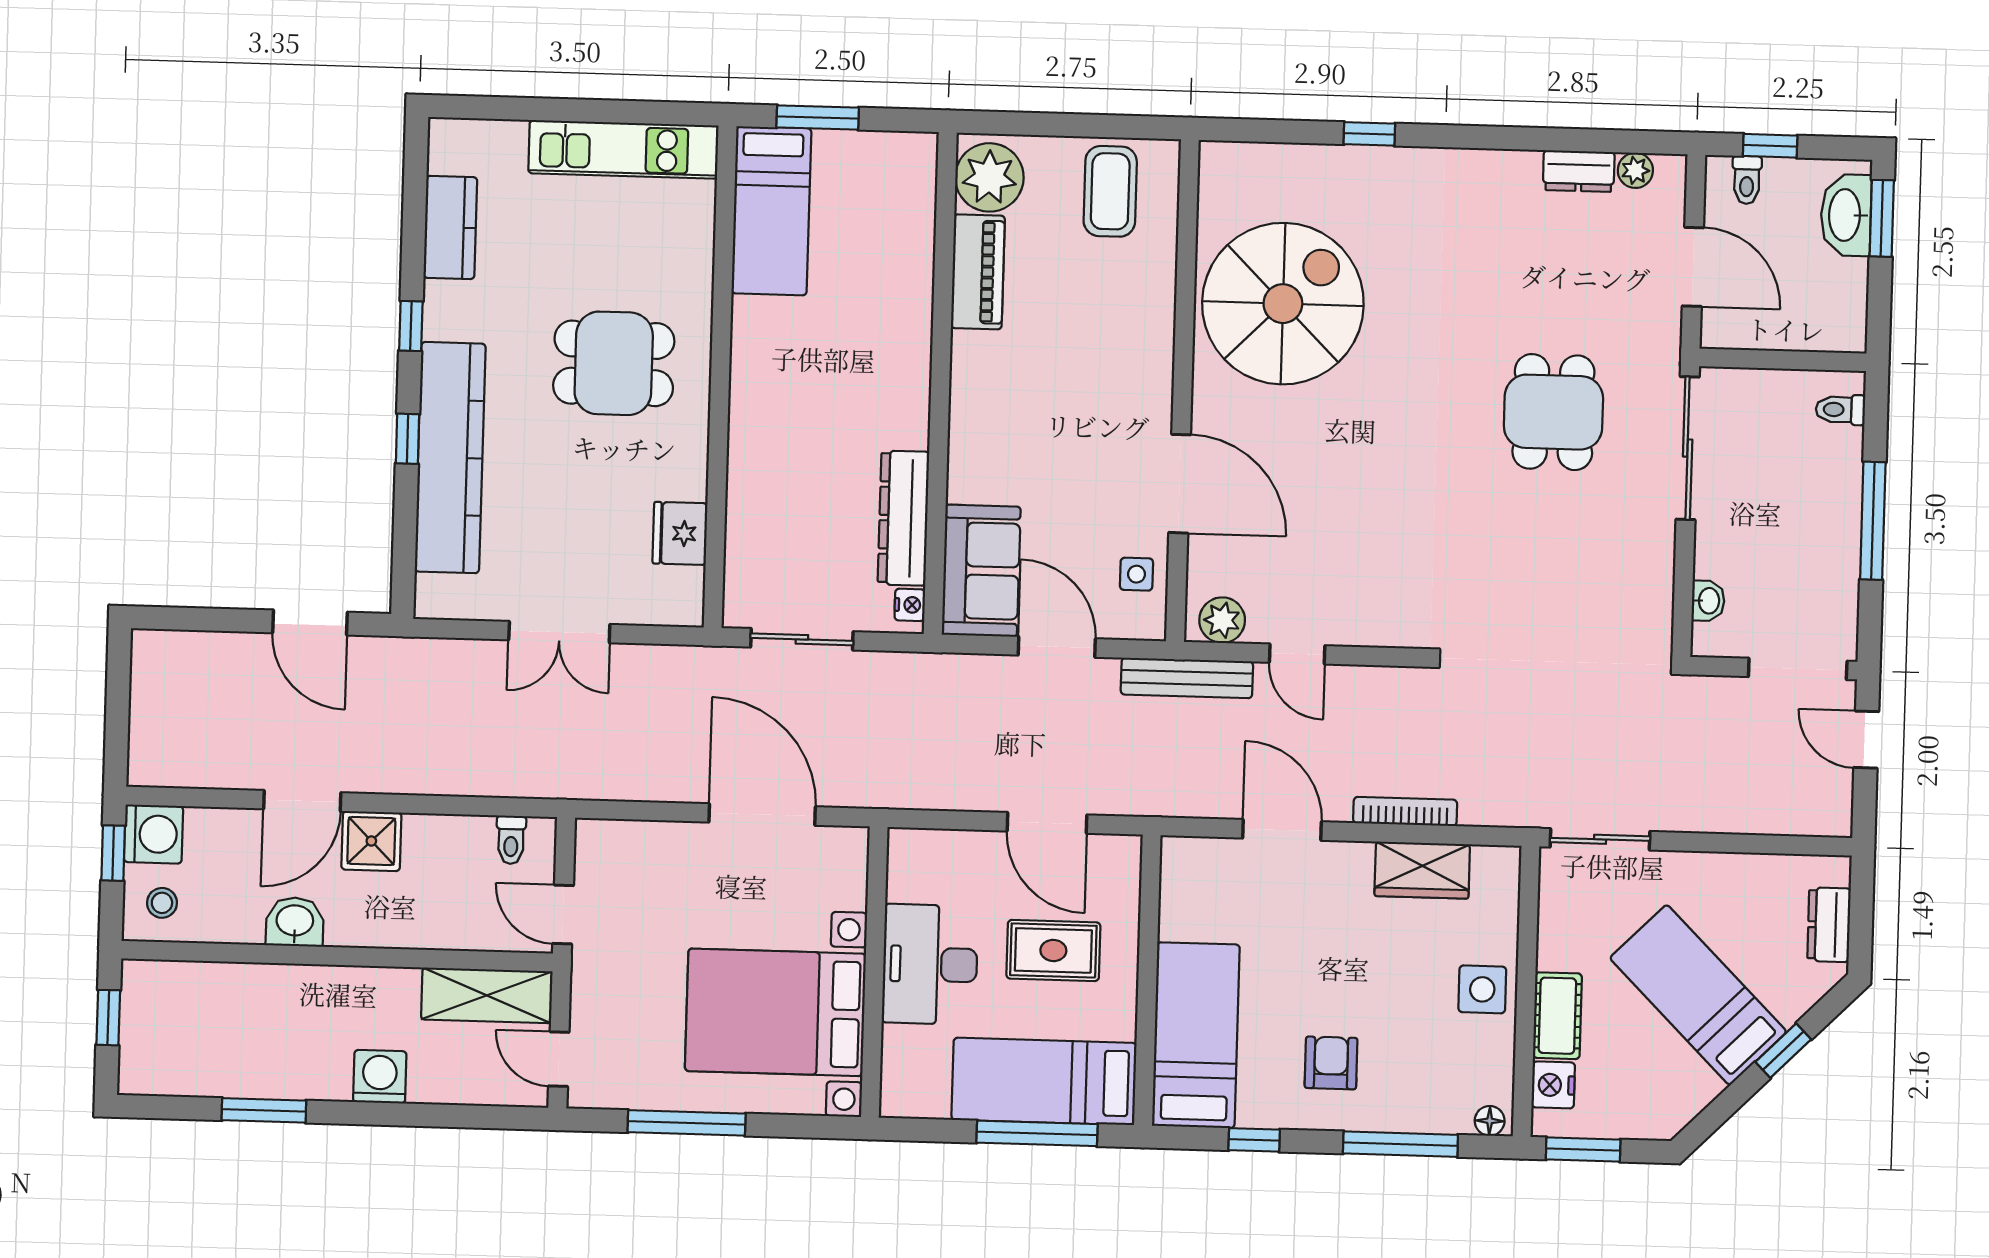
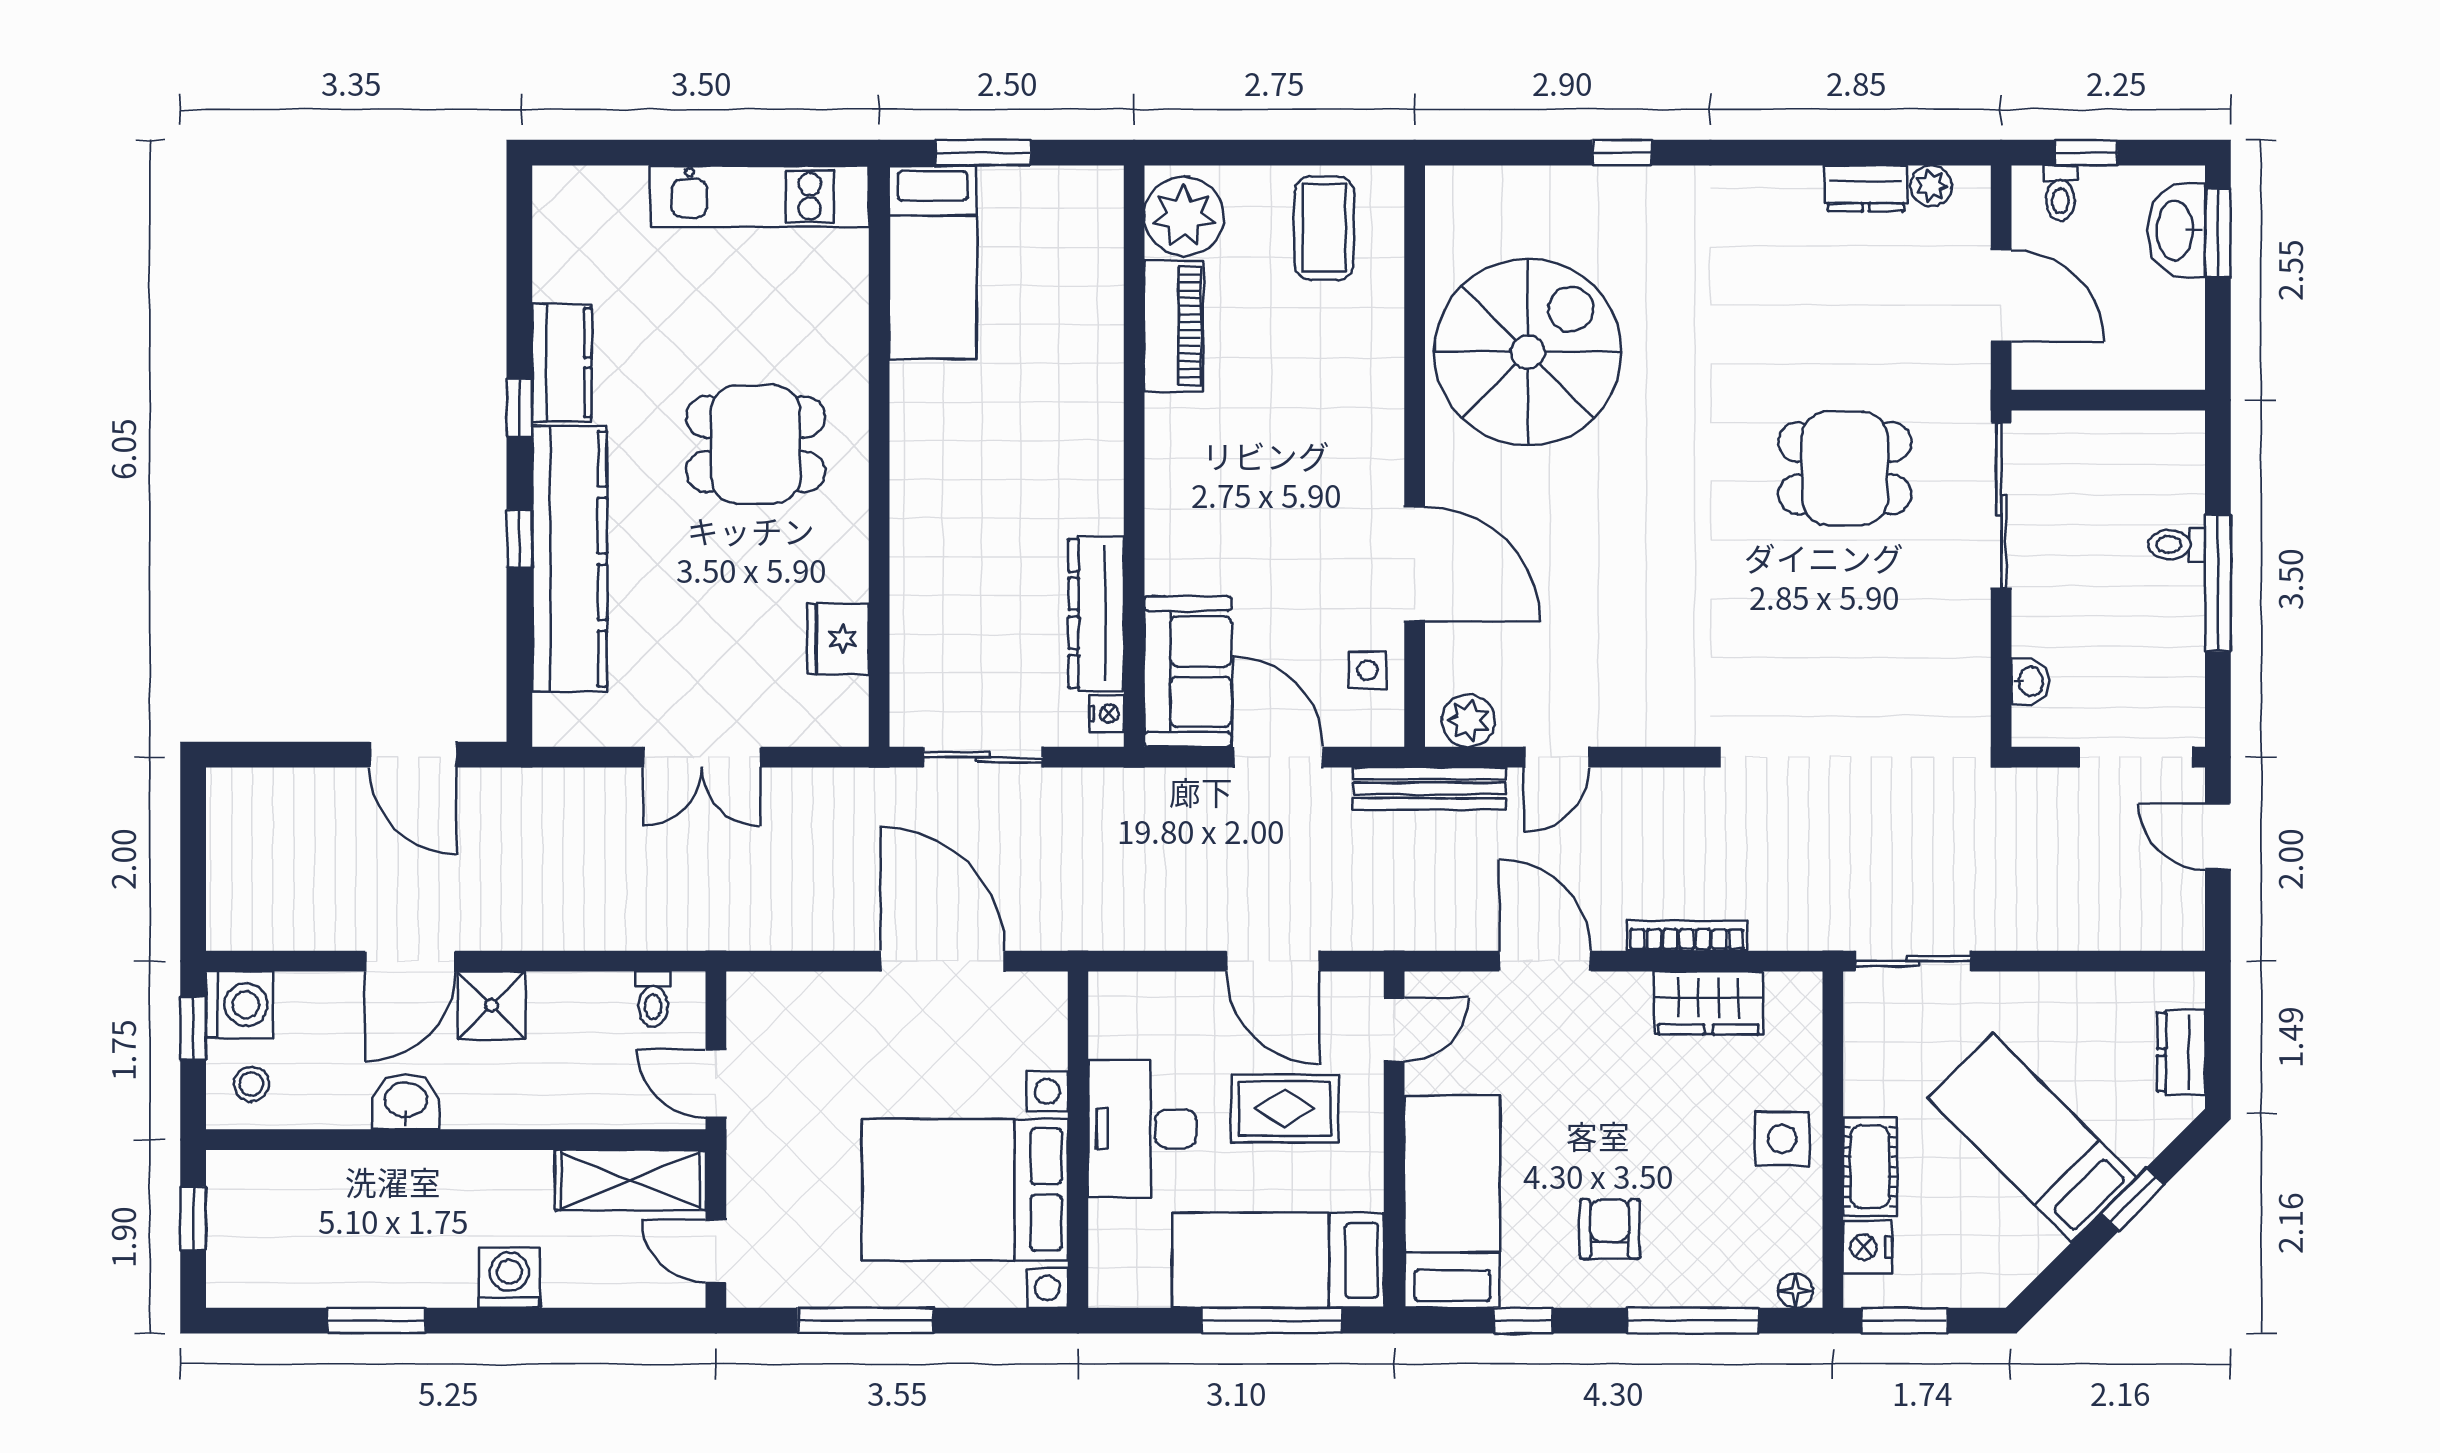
kitchen counter: (450, 227) -> (562, 363), moved
toilet: (1840, 410) -> (2177, 545), moved
dining table: (1553, 412) -> (1845, 468), turned 90
door: (1297, 654) -> (1556, 757), hinge flipped
door: (1150, 885) -> (1394, 1029), added

